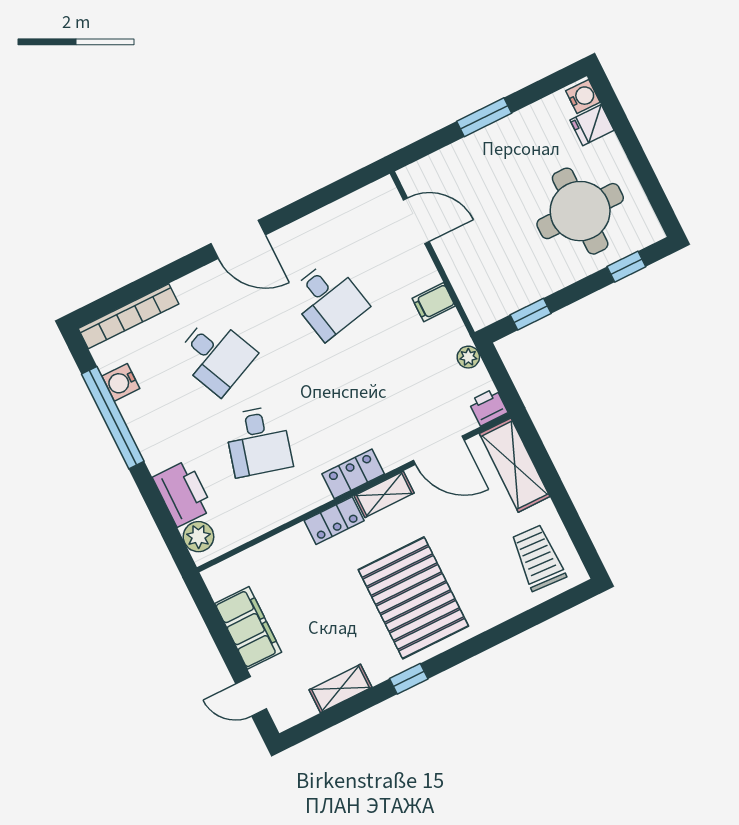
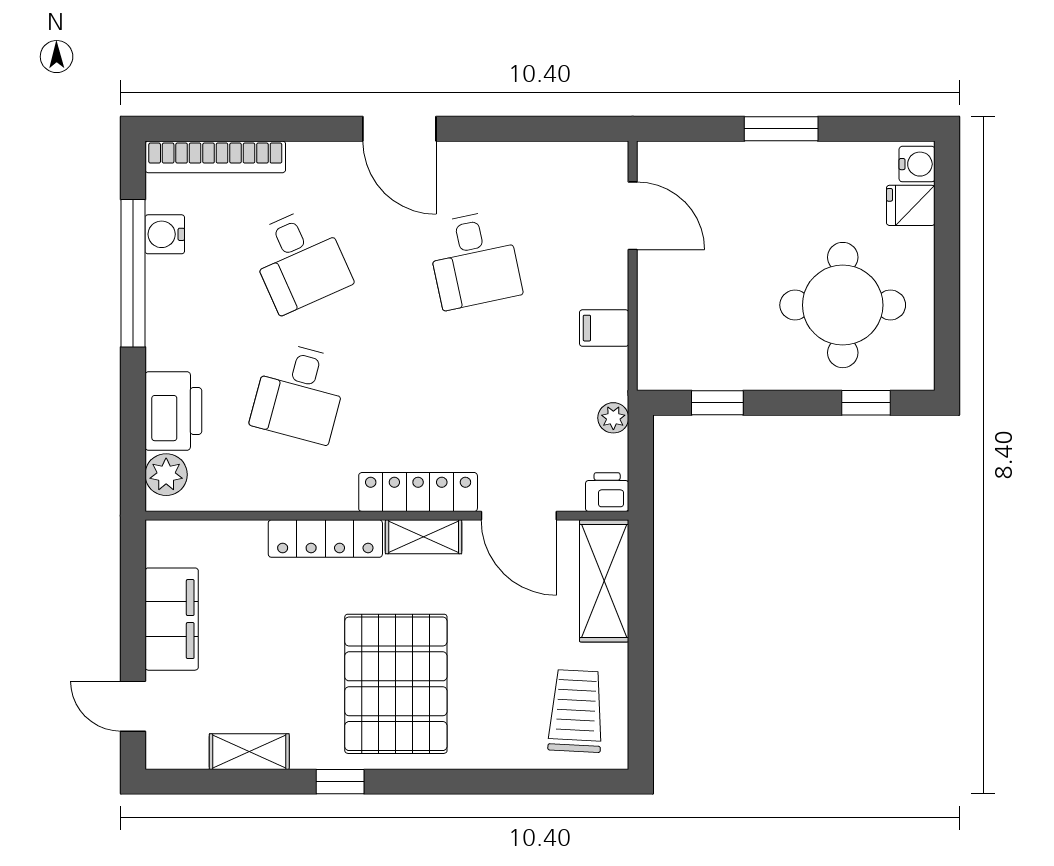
locker: (353, 474) -> (418, 492), width x1.53
locker: (334, 521) -> (325, 539), width x1.53

